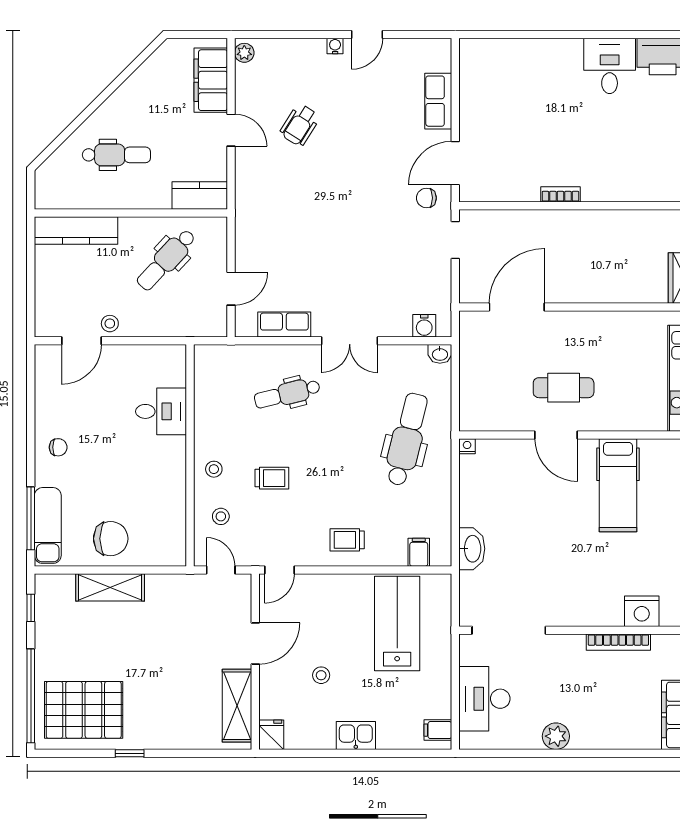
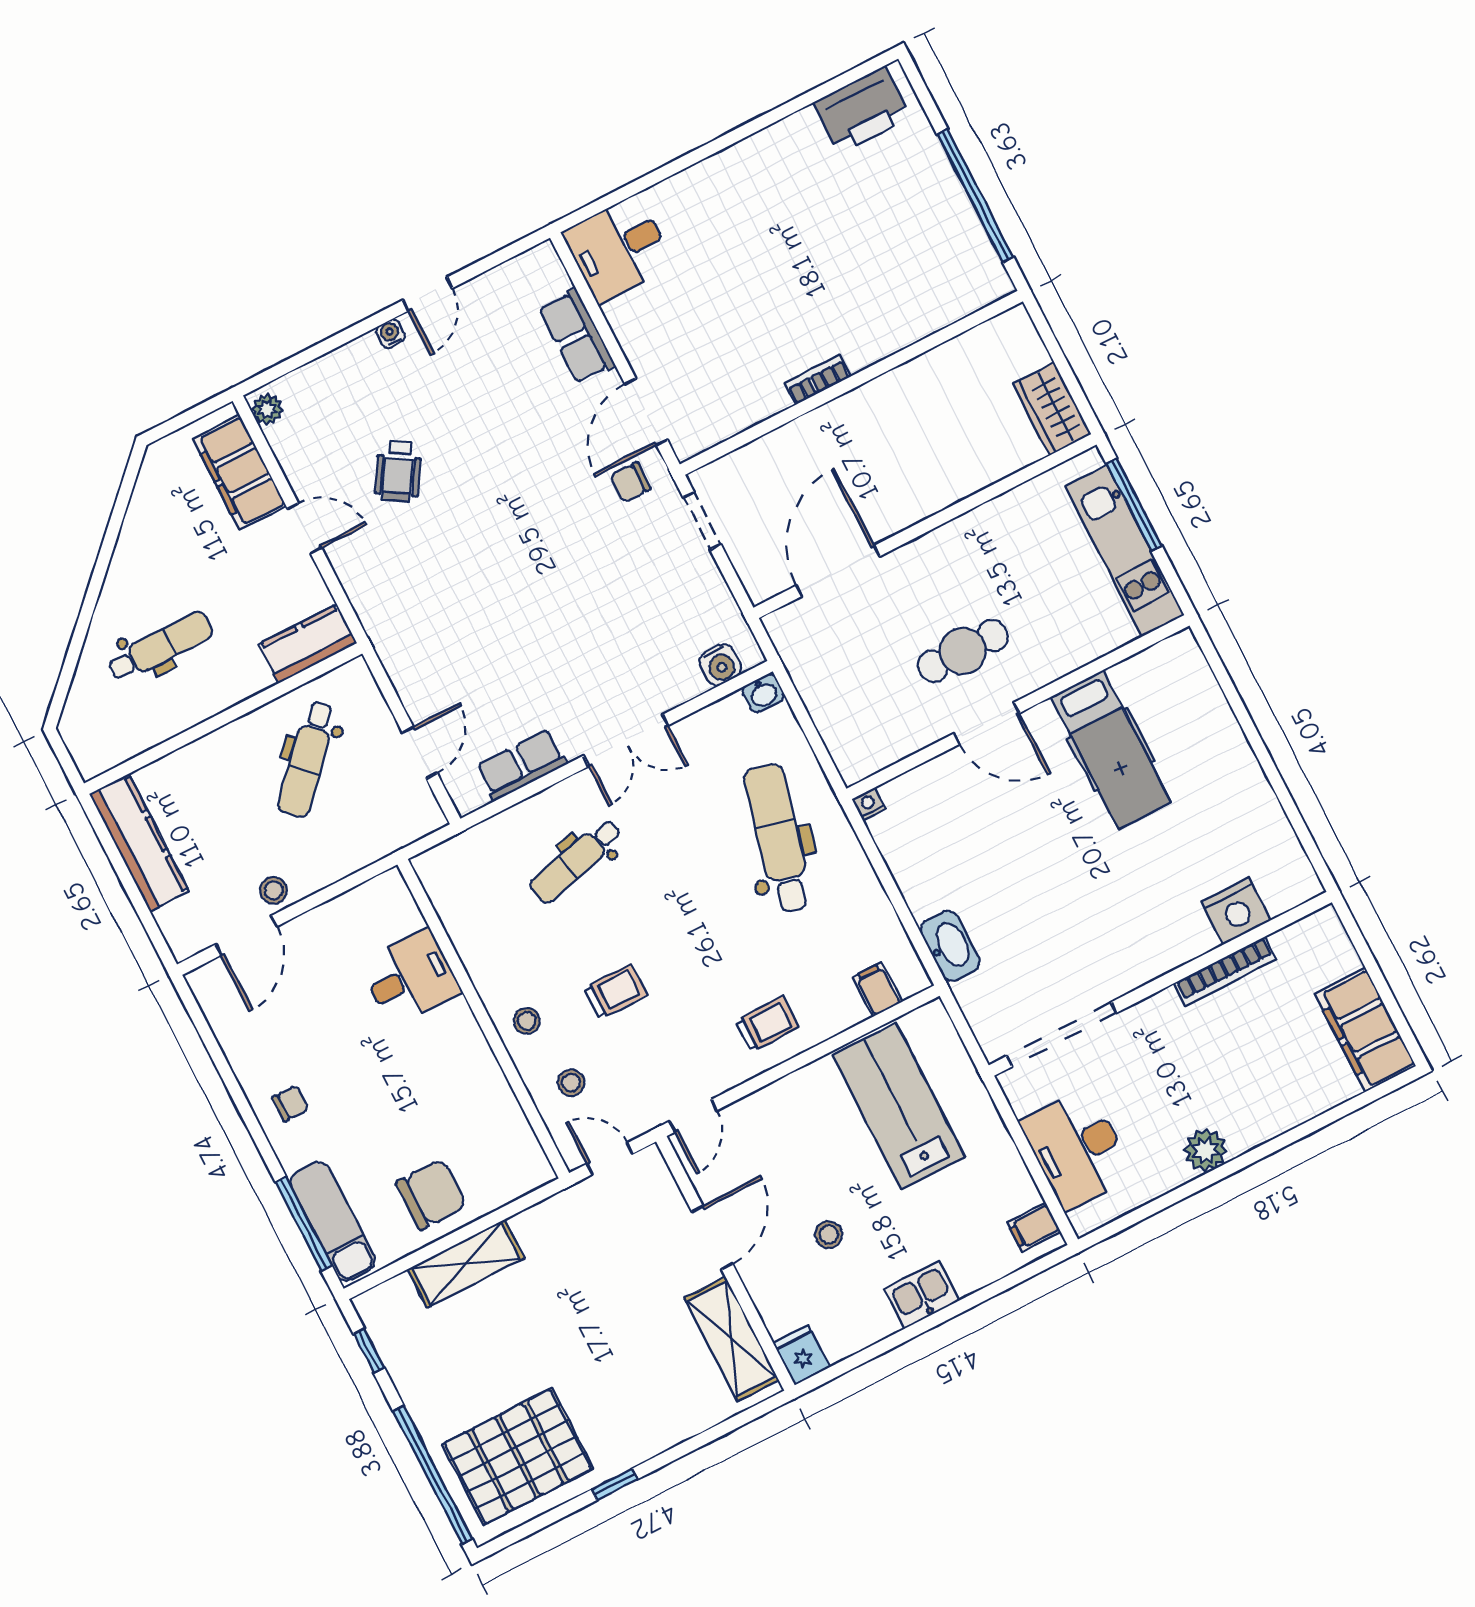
desk: (610, 66) -> (618, 249), moved, turned -90
kitchen counter: (76, 231) -> (139, 843), moved, turned -90
trolley: (347, 540) -> (767, 1024), turned 180

